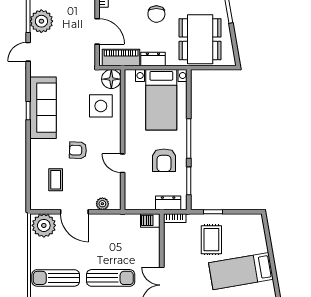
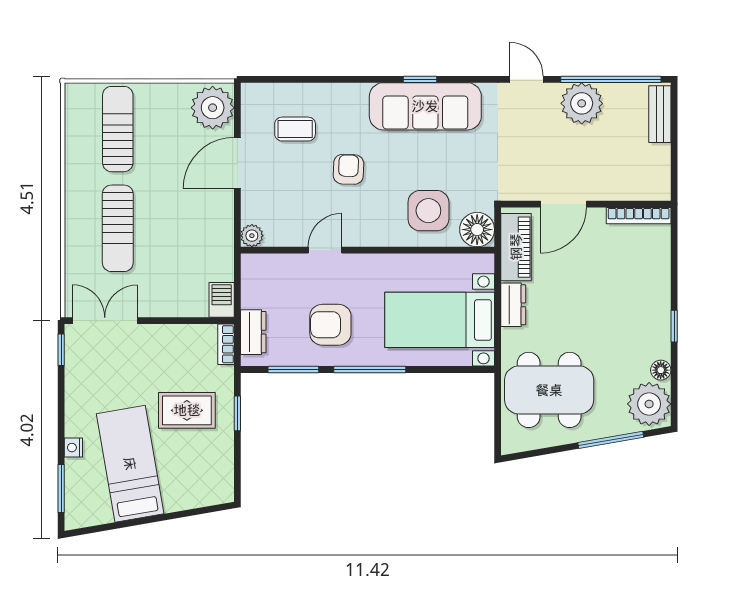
chair: (156, 14) -> (595, 311), removed
plant: (102, 204) -> (252, 236), moved

